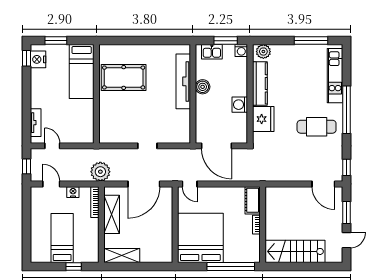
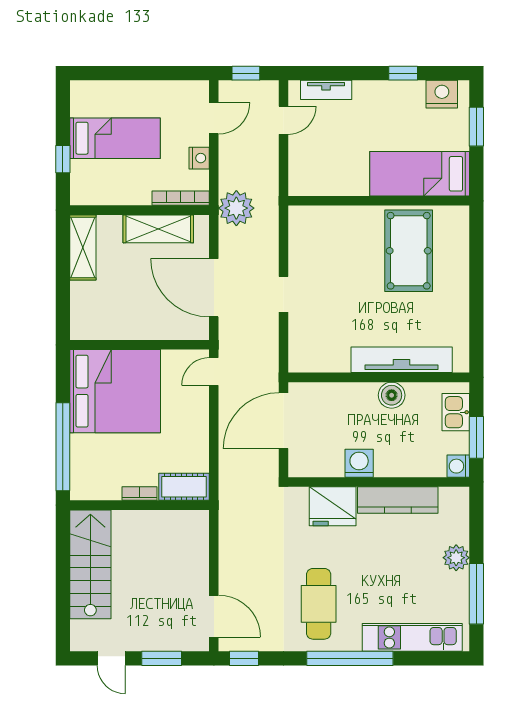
plant: (263, 52) -> (456, 558), moved
window: (27, 58) -> (403, 73), moved
door: (323, 184) -> (214, 616), swing flipped

